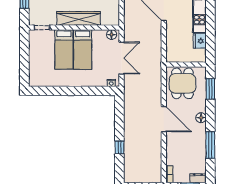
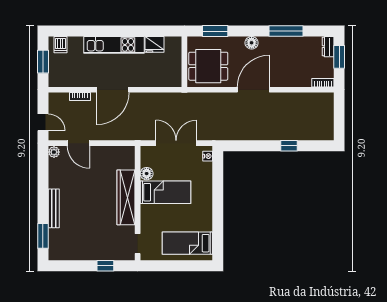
floor lamp: (112, 35) -> (147, 174), moved
bed: (64, 49) -> (187, 243), moved, turned 180

